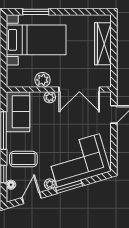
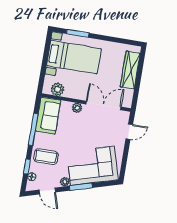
plant: (43, 80) -> (58, 89), moved
double door: (79, 89) -> (103, 106), swing flipped
door: (32, 198) -> (47, 191), swing flipped

